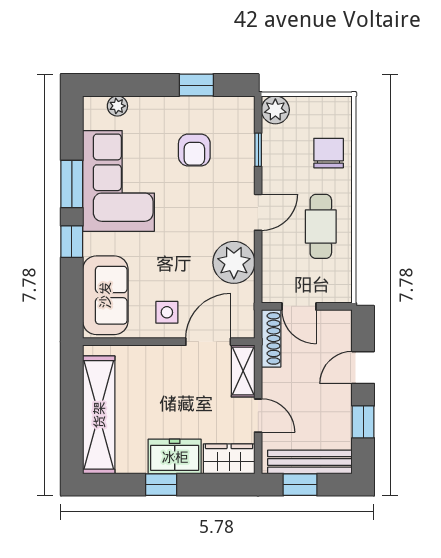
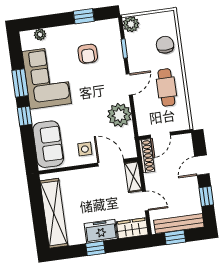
door: (299, 306) -> (160, 135), hinge flipped
door: (208, 342) -> (111, 163), hinge flipped

